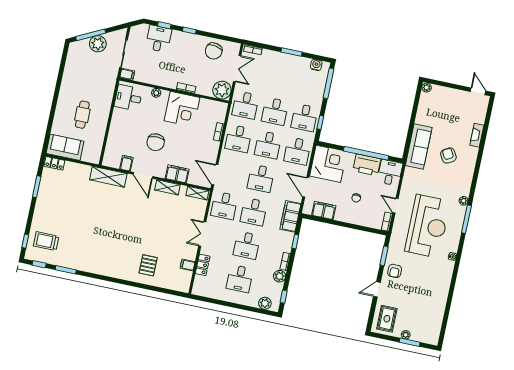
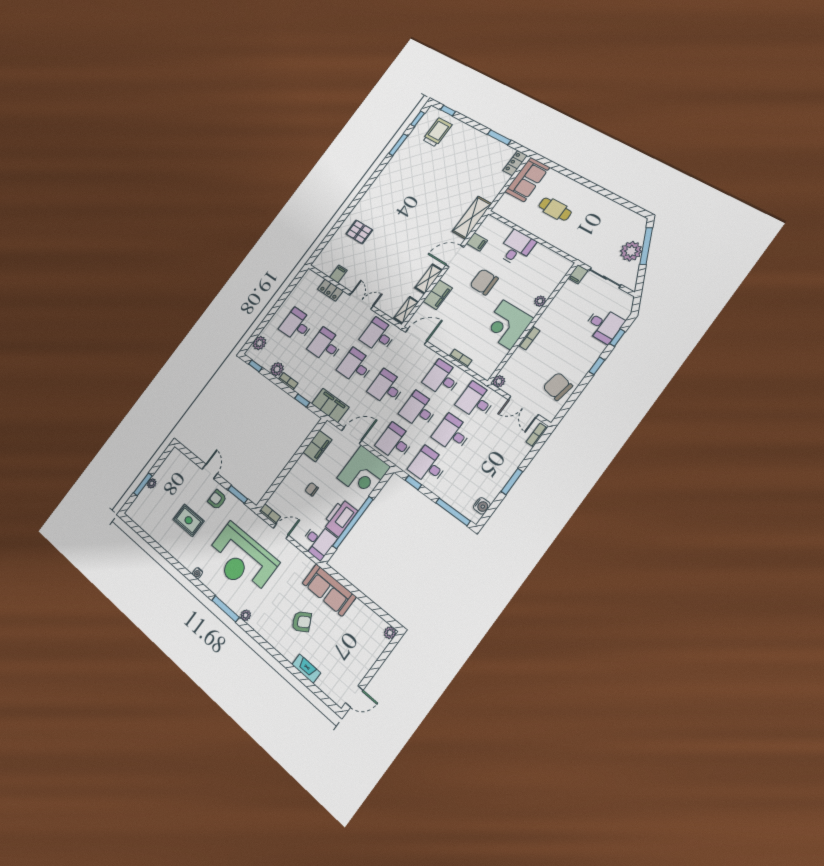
plant: (222, 90) -> (499, 381), width x0.53, depth x0.53
desk: (128, 98) -> (516, 248), moved
rug: (387, 319) -> (189, 520), moved

